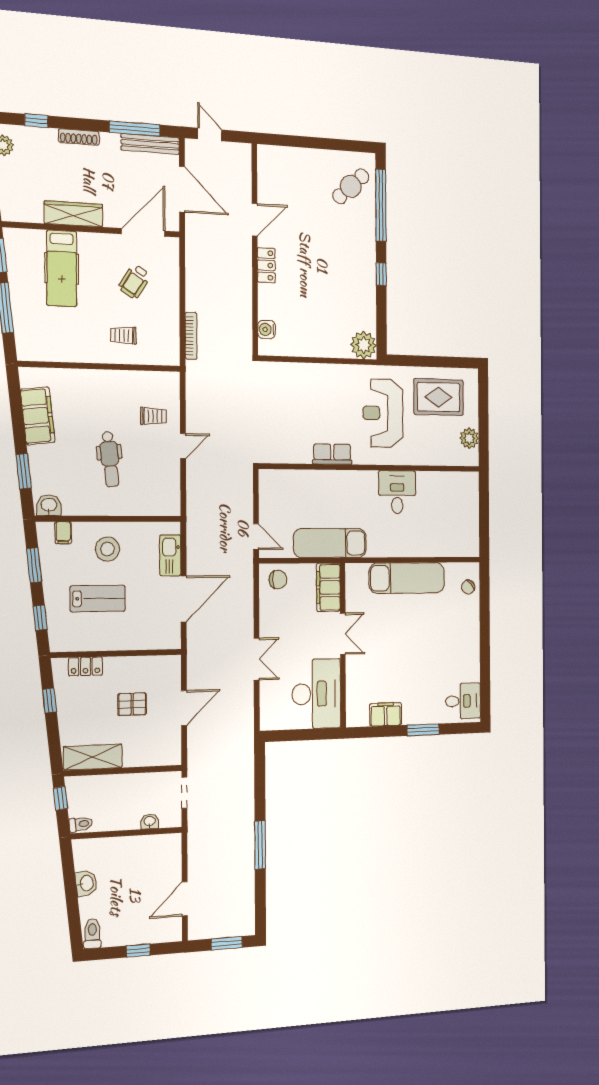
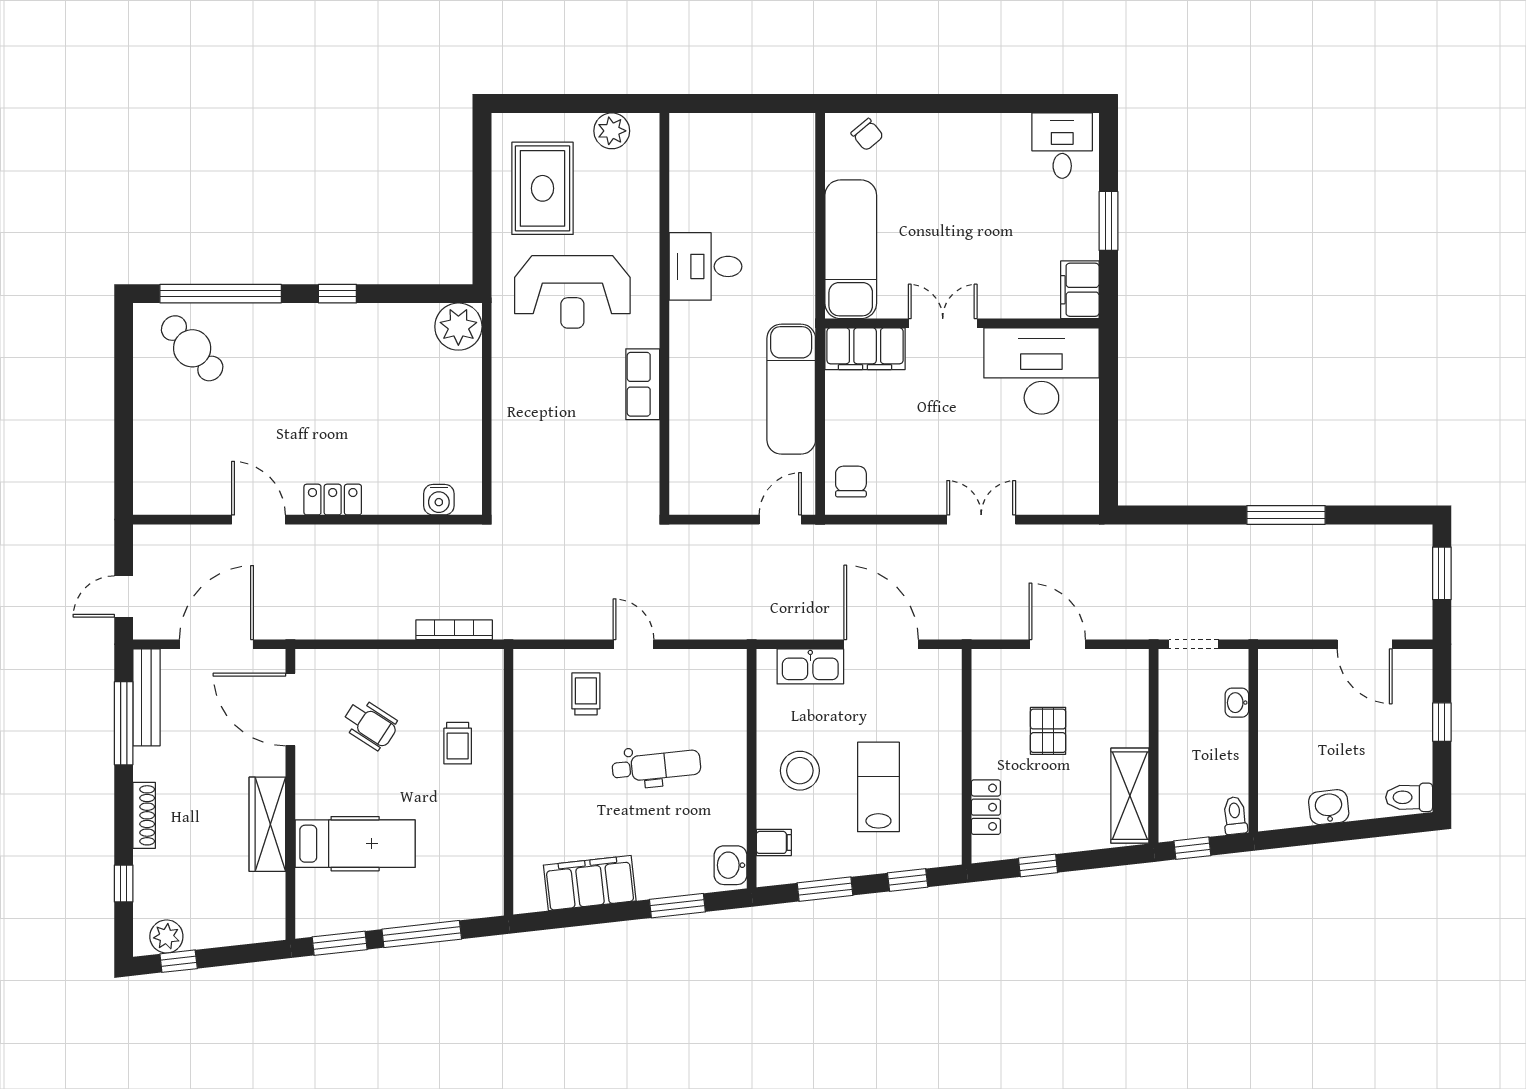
filing cabinet: (328, 587) -> (865, 349), moved
double door: (343, 634) -> (943, 323), moved
wall: (343, 645) -> (962, 323), moved
desk: (316, 694) -> (1041, 371), moved

